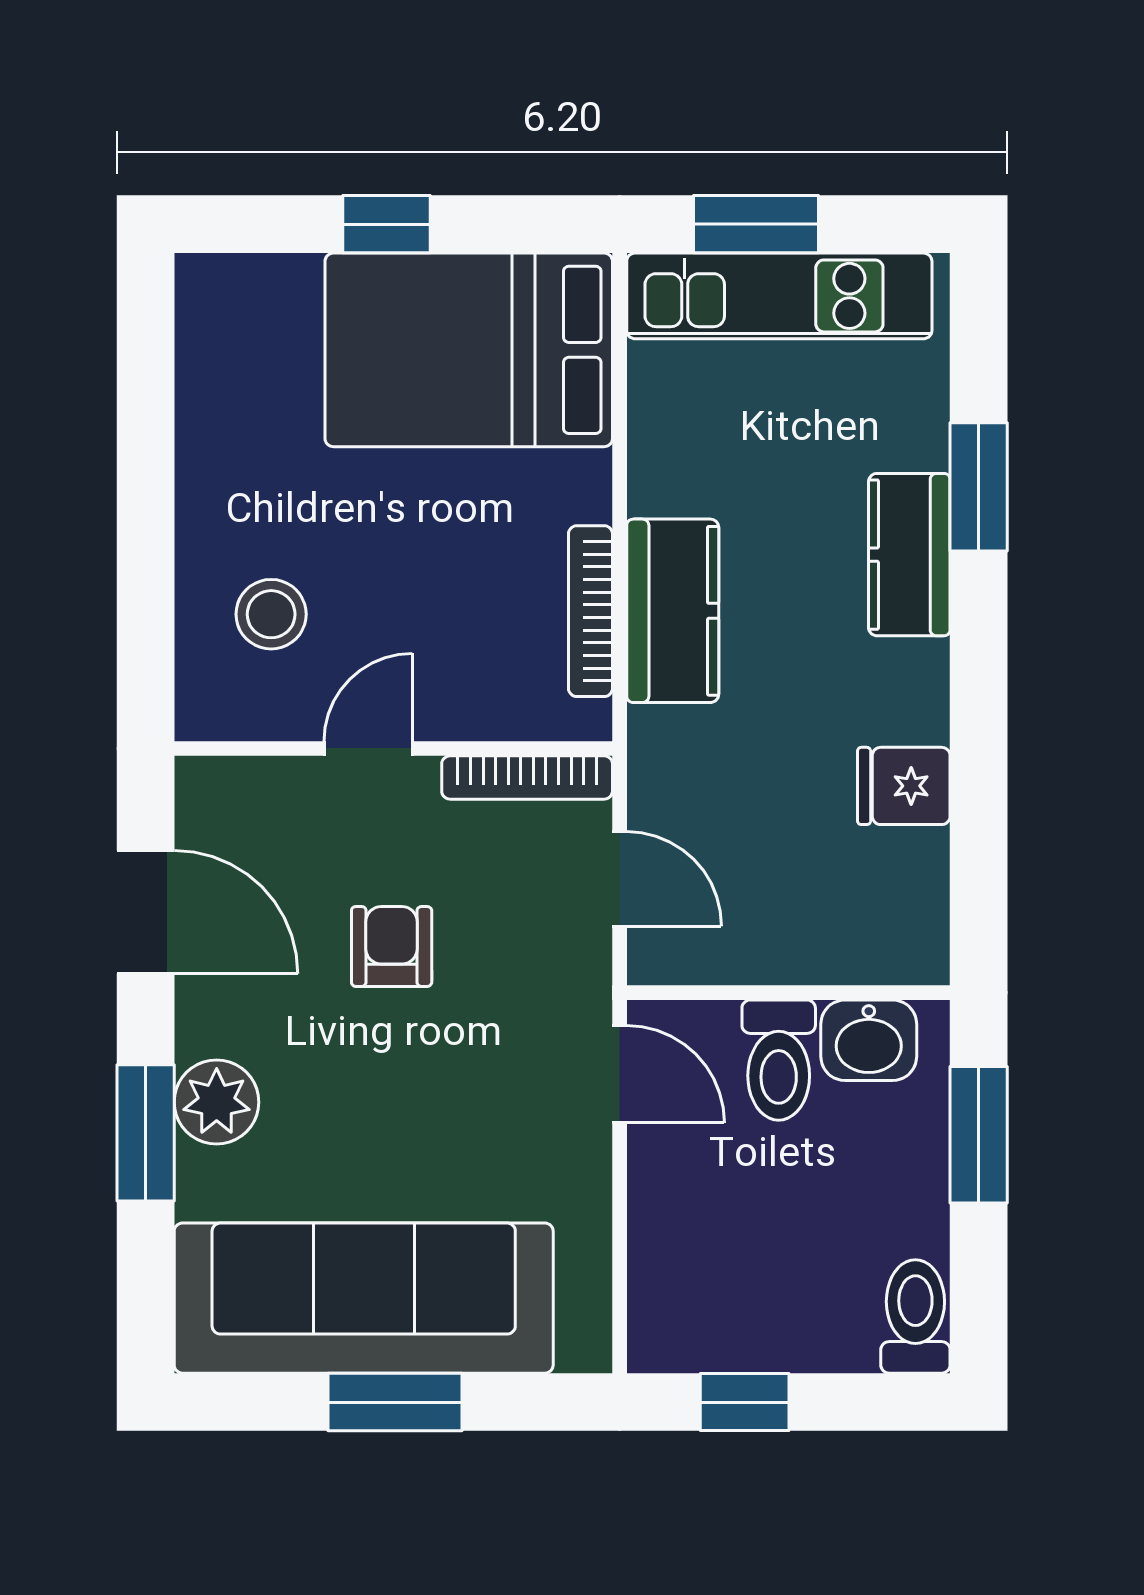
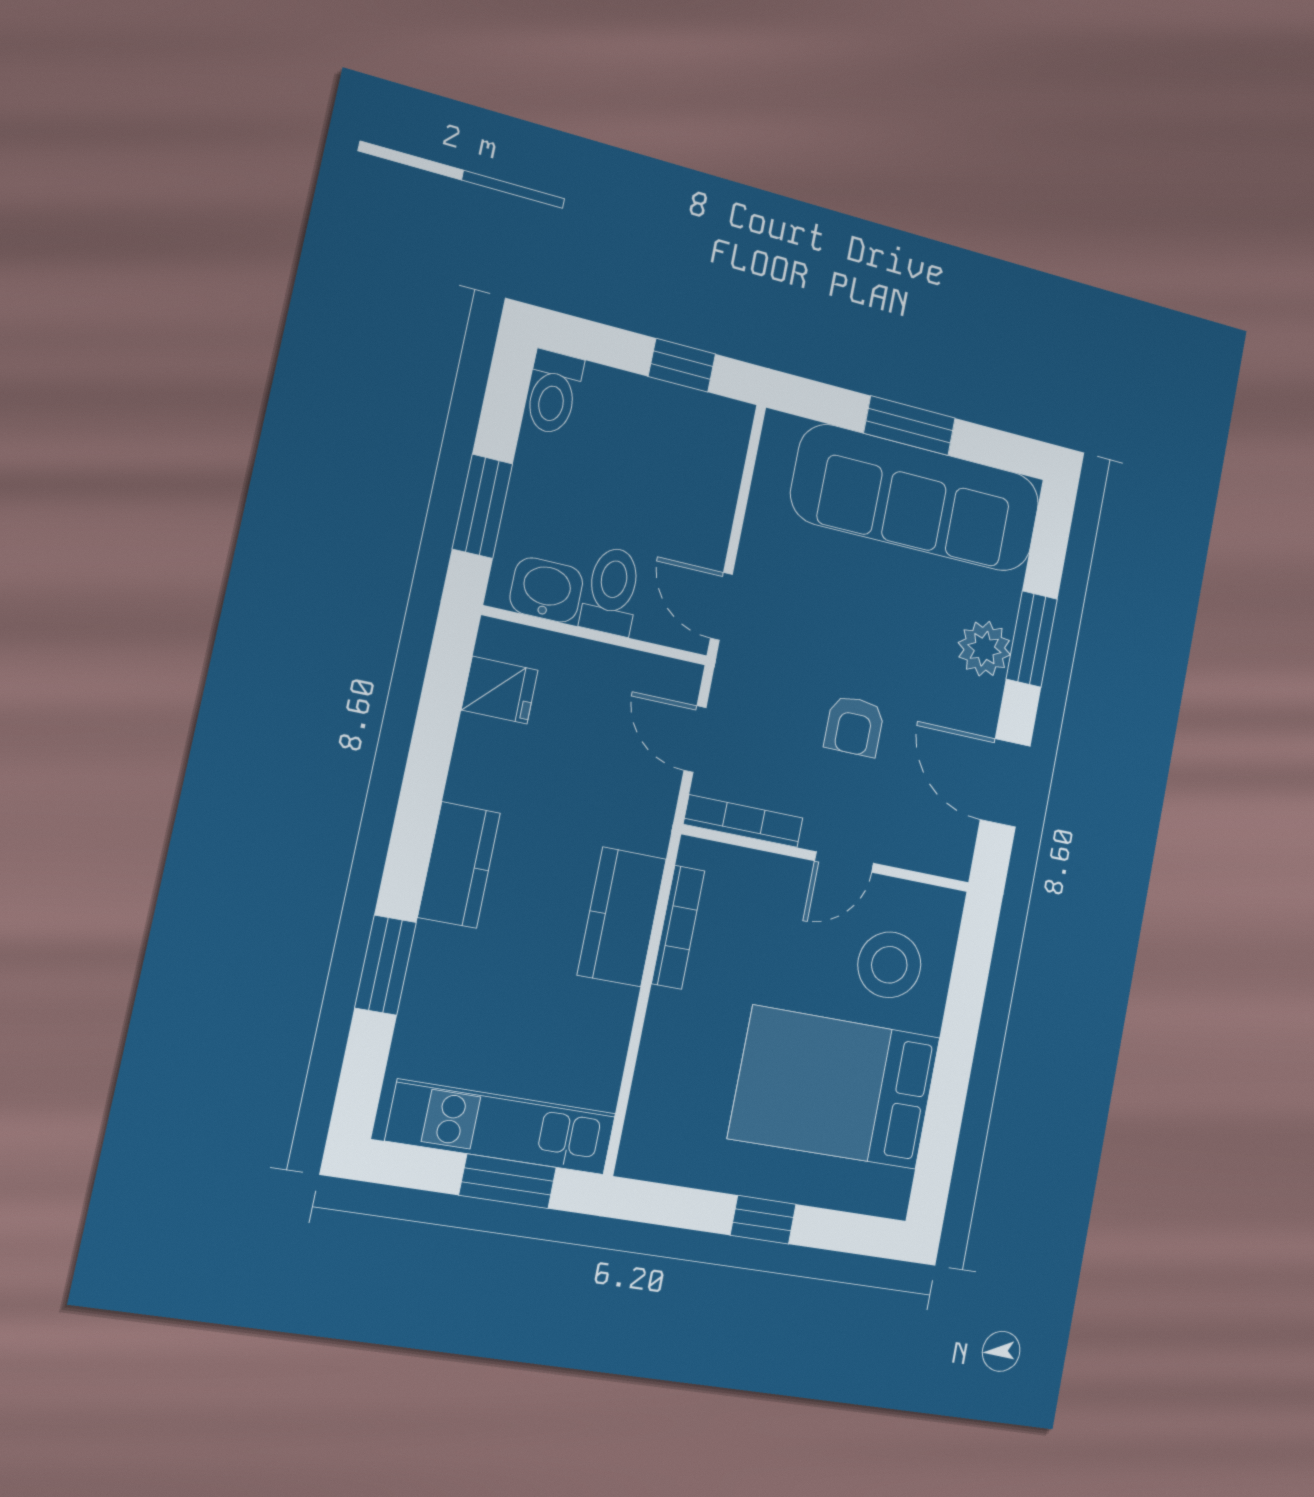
bed: (469, 350) -> (835, 1088), moved, turned 180
kitchen counter: (909, 555) -> (459, 865), moved
stool: (271, 614) -> (889, 965), width x1.38, depth x1.38
fridge: (904, 786) -> (500, 690), moved

